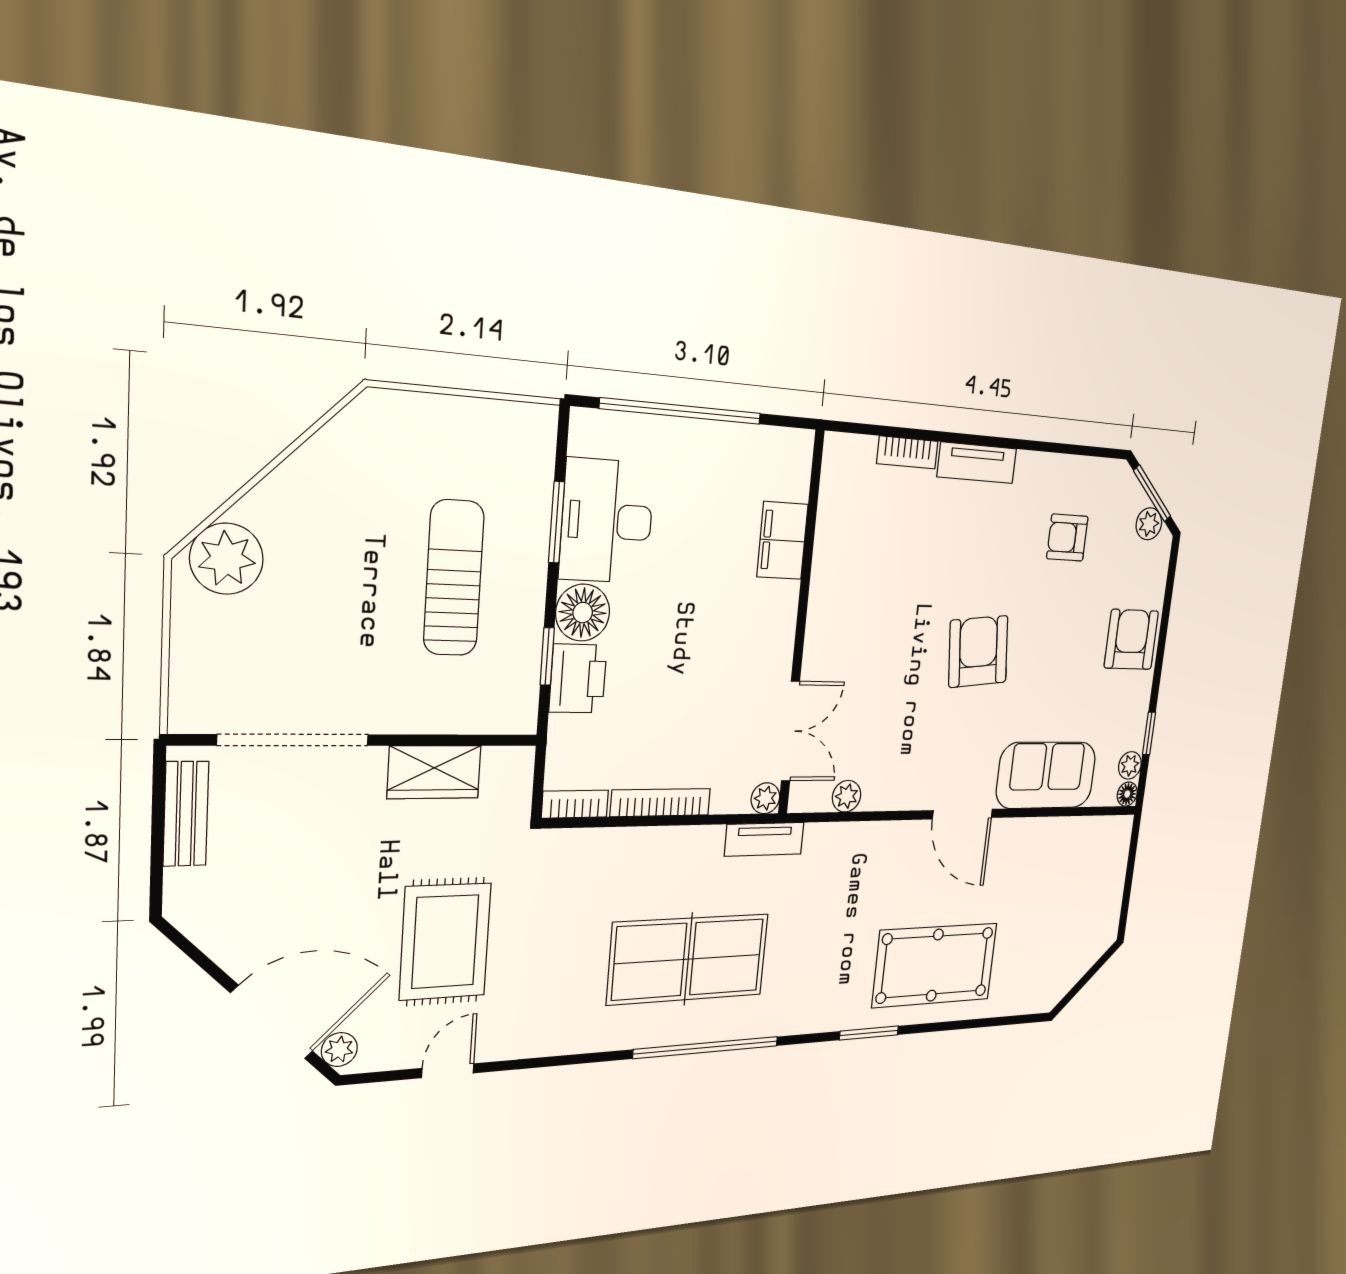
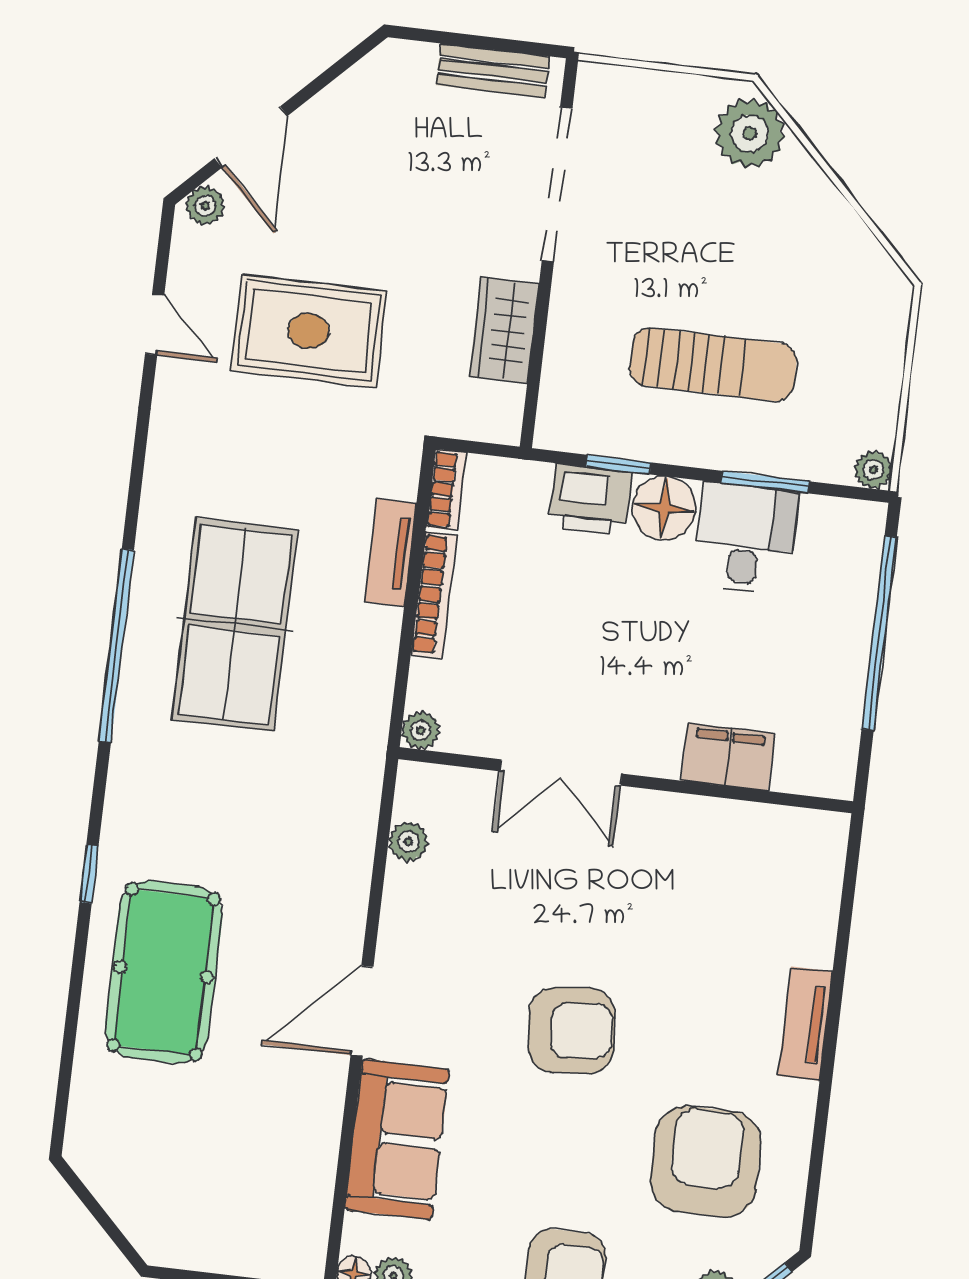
plant: (541, 421) -> (873, 470), added
bookcase: (907, 452) -> (822, 925), removed
desk: (607, 521) -> (745, 538), width x0.73
armchair: (1067, 538) -> (706, 1162), width x1.88, depth x1.88
double door: (790, 731) -> (561, 772), moved
tv unit: (764, 839) -> (391, 553), moved
door: (272, 1022) -> (251, 137), width x0.73
window: (869, 1033) -> (89, 874), width x0.67

